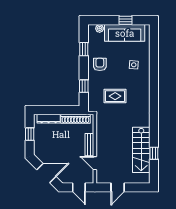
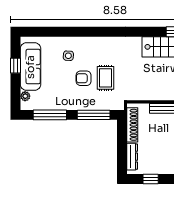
window: (84, 49) -> (50, 115), width x2.17
armchair: (100, 64) -> (84, 78), moved
window: (84, 86) -> (94, 115), width x2.17

